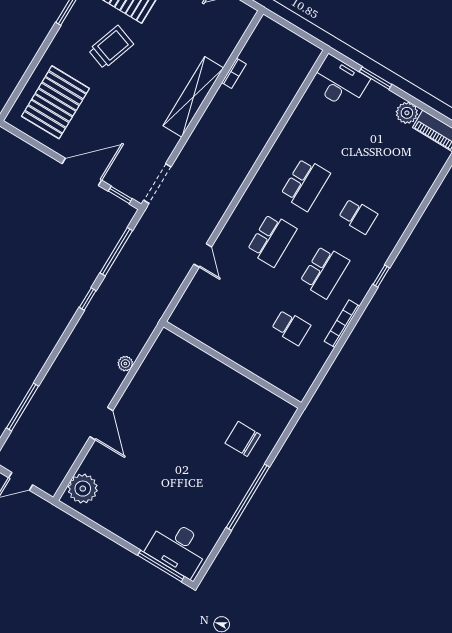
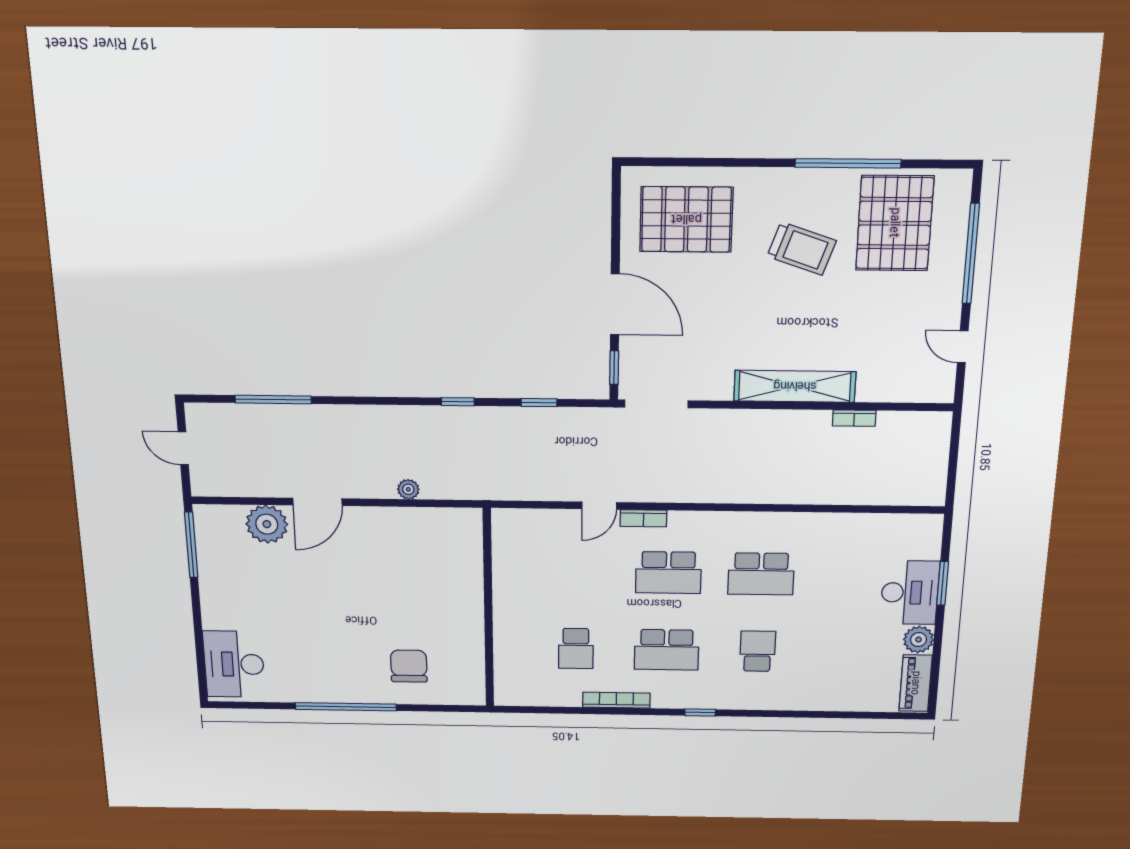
desk: (340, 82) -> (910, 593), moved
school desk: (358, 216) -> (758, 651), turned 180
bookcase: (227, 234) -> (643, 518), added
window: (116, 252) -> (539, 403), width x0.46
plant: (83, 489) -> (267, 524), moved
window: (161, 566) -> (191, 545), moved

